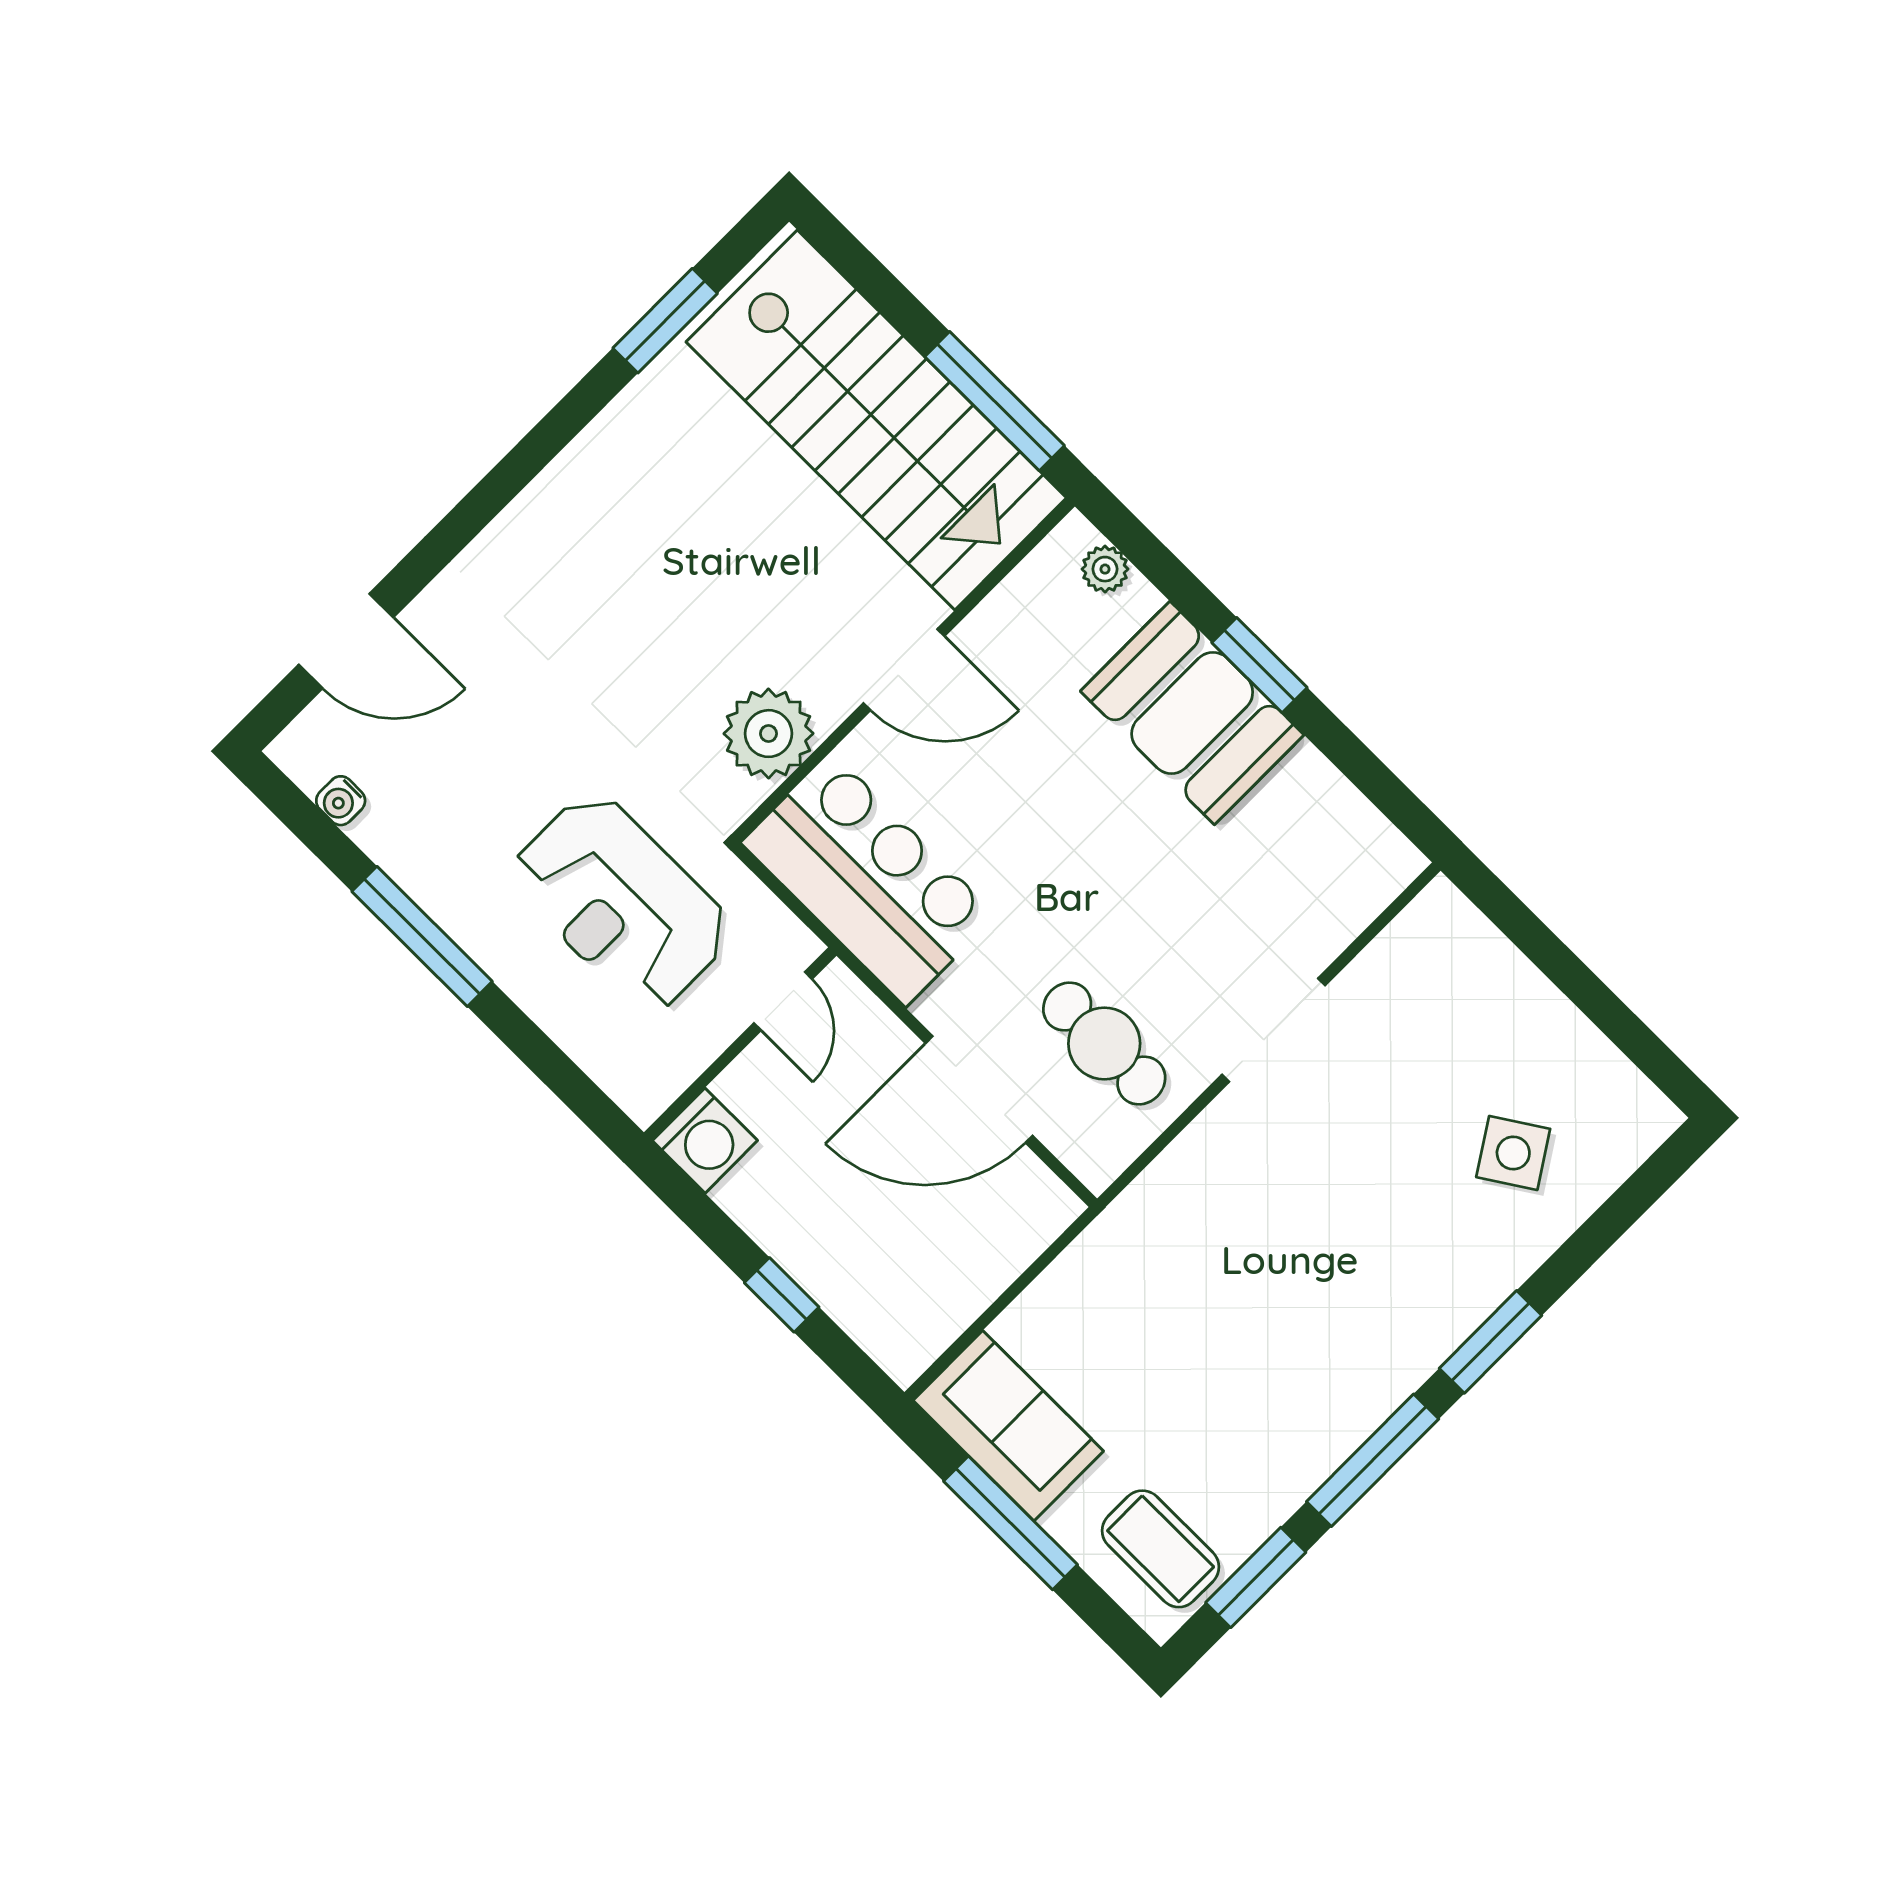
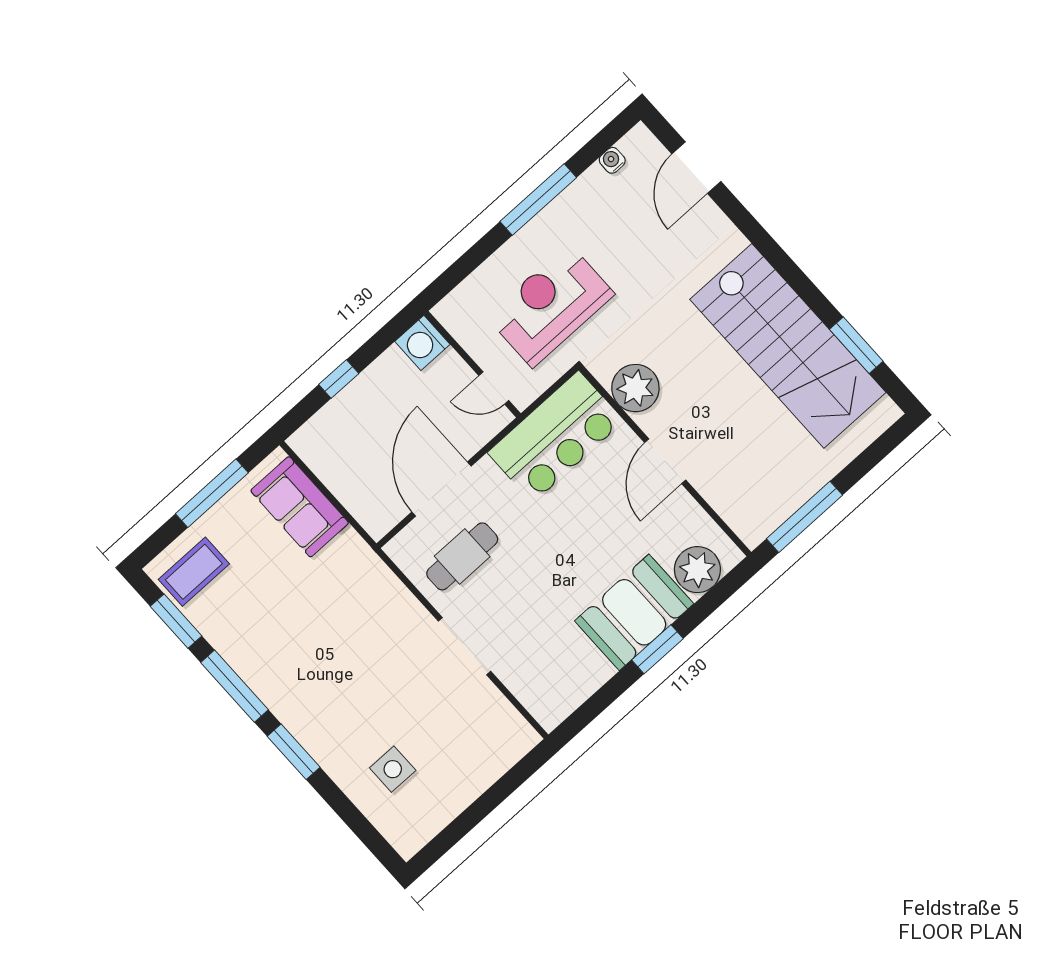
stairs: (876, 420) -> (788, 346), moved, turned -90
plant: (1105, 569) -> (697, 570), width x1.88, depth x1.88
side table: (1513, 1153) -> (393, 769), turned 33
sofa: (1008, 1426) -> (300, 507), moved, turned 90

